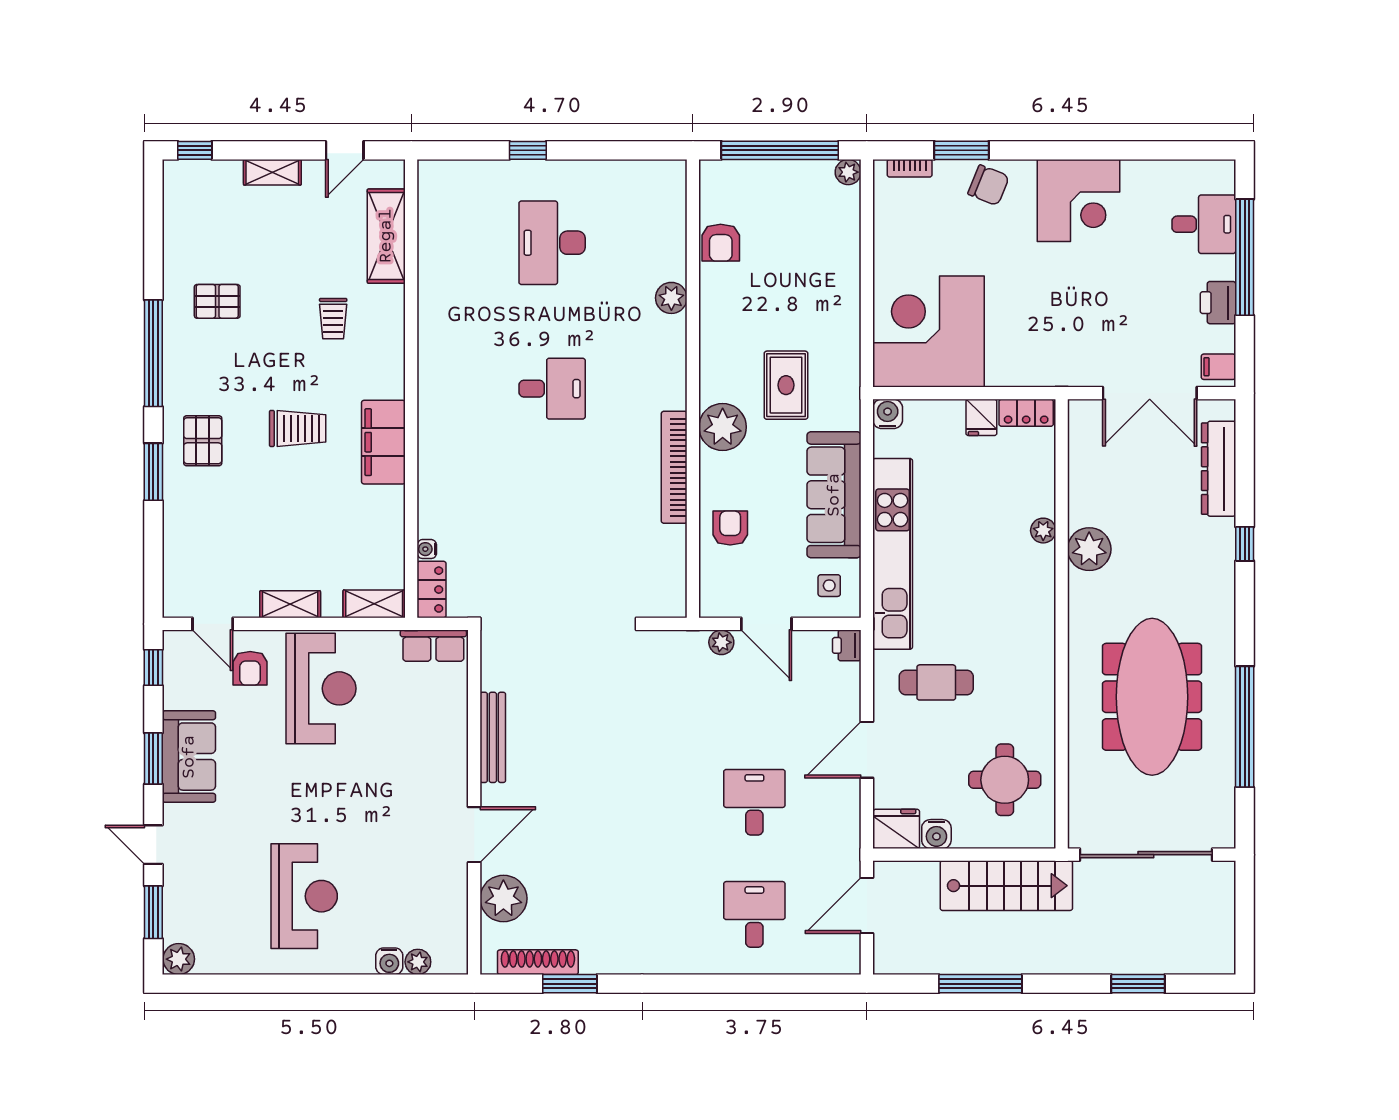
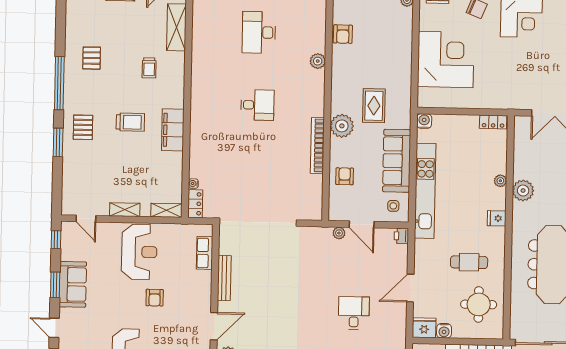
pallet: (217, 301) -> (92, 58), turned 90
corner desk: (928, 332) -> (446, 60), moved, turned 90
fridge: (981, 417) -> (497, 218), moved, turned 90
row of seats: (433, 646) -> (205, 253), moved, turned 90
armchair: (250, 668) -> (155, 298), moved
cafe table: (936, 682) -> (469, 262), moved

